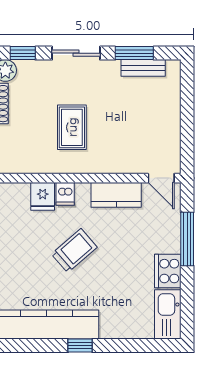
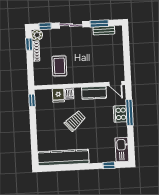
rug: (72, 127) -> (59, 66), moved
cooker: (168, 271) -> (120, 114), moved
window: (80, 346) -> (109, 165), moved

